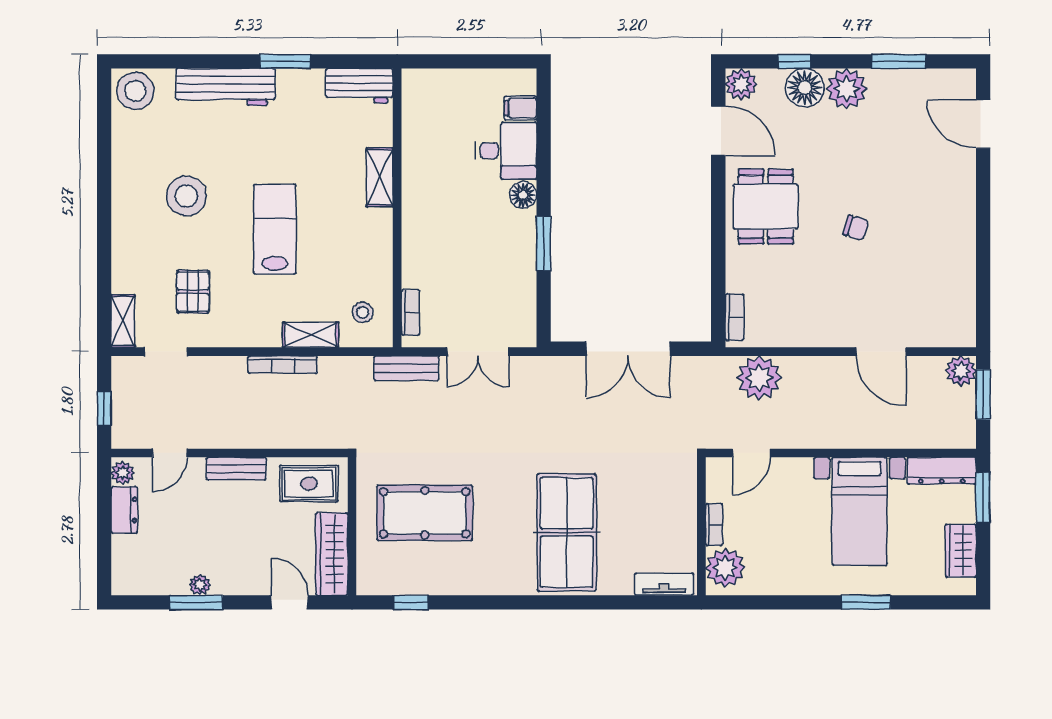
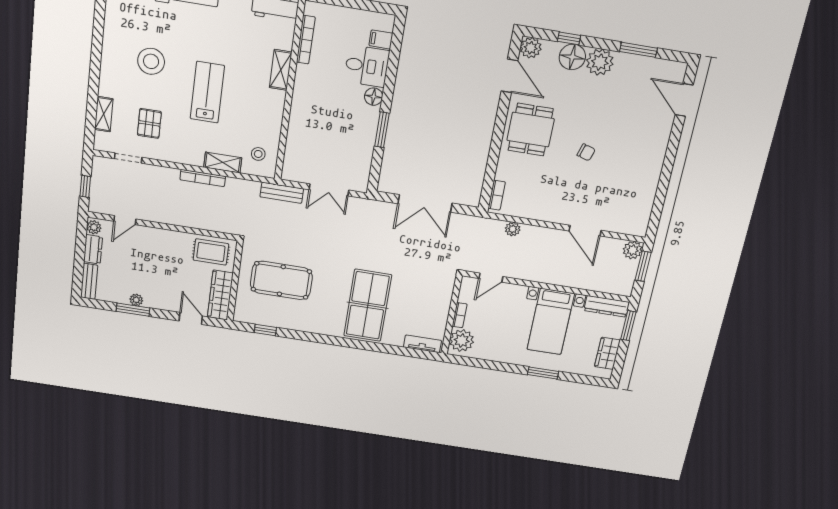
bookcase: (410, 312) -> (306, 40), moved, width x1.56
shelving: (123, 321) -> (104, 114), moved
plant: (759, 378) -> (513, 229), width x0.53, depth x0.53
bench: (236, 469) -> (89, 281), moved, turned 90

